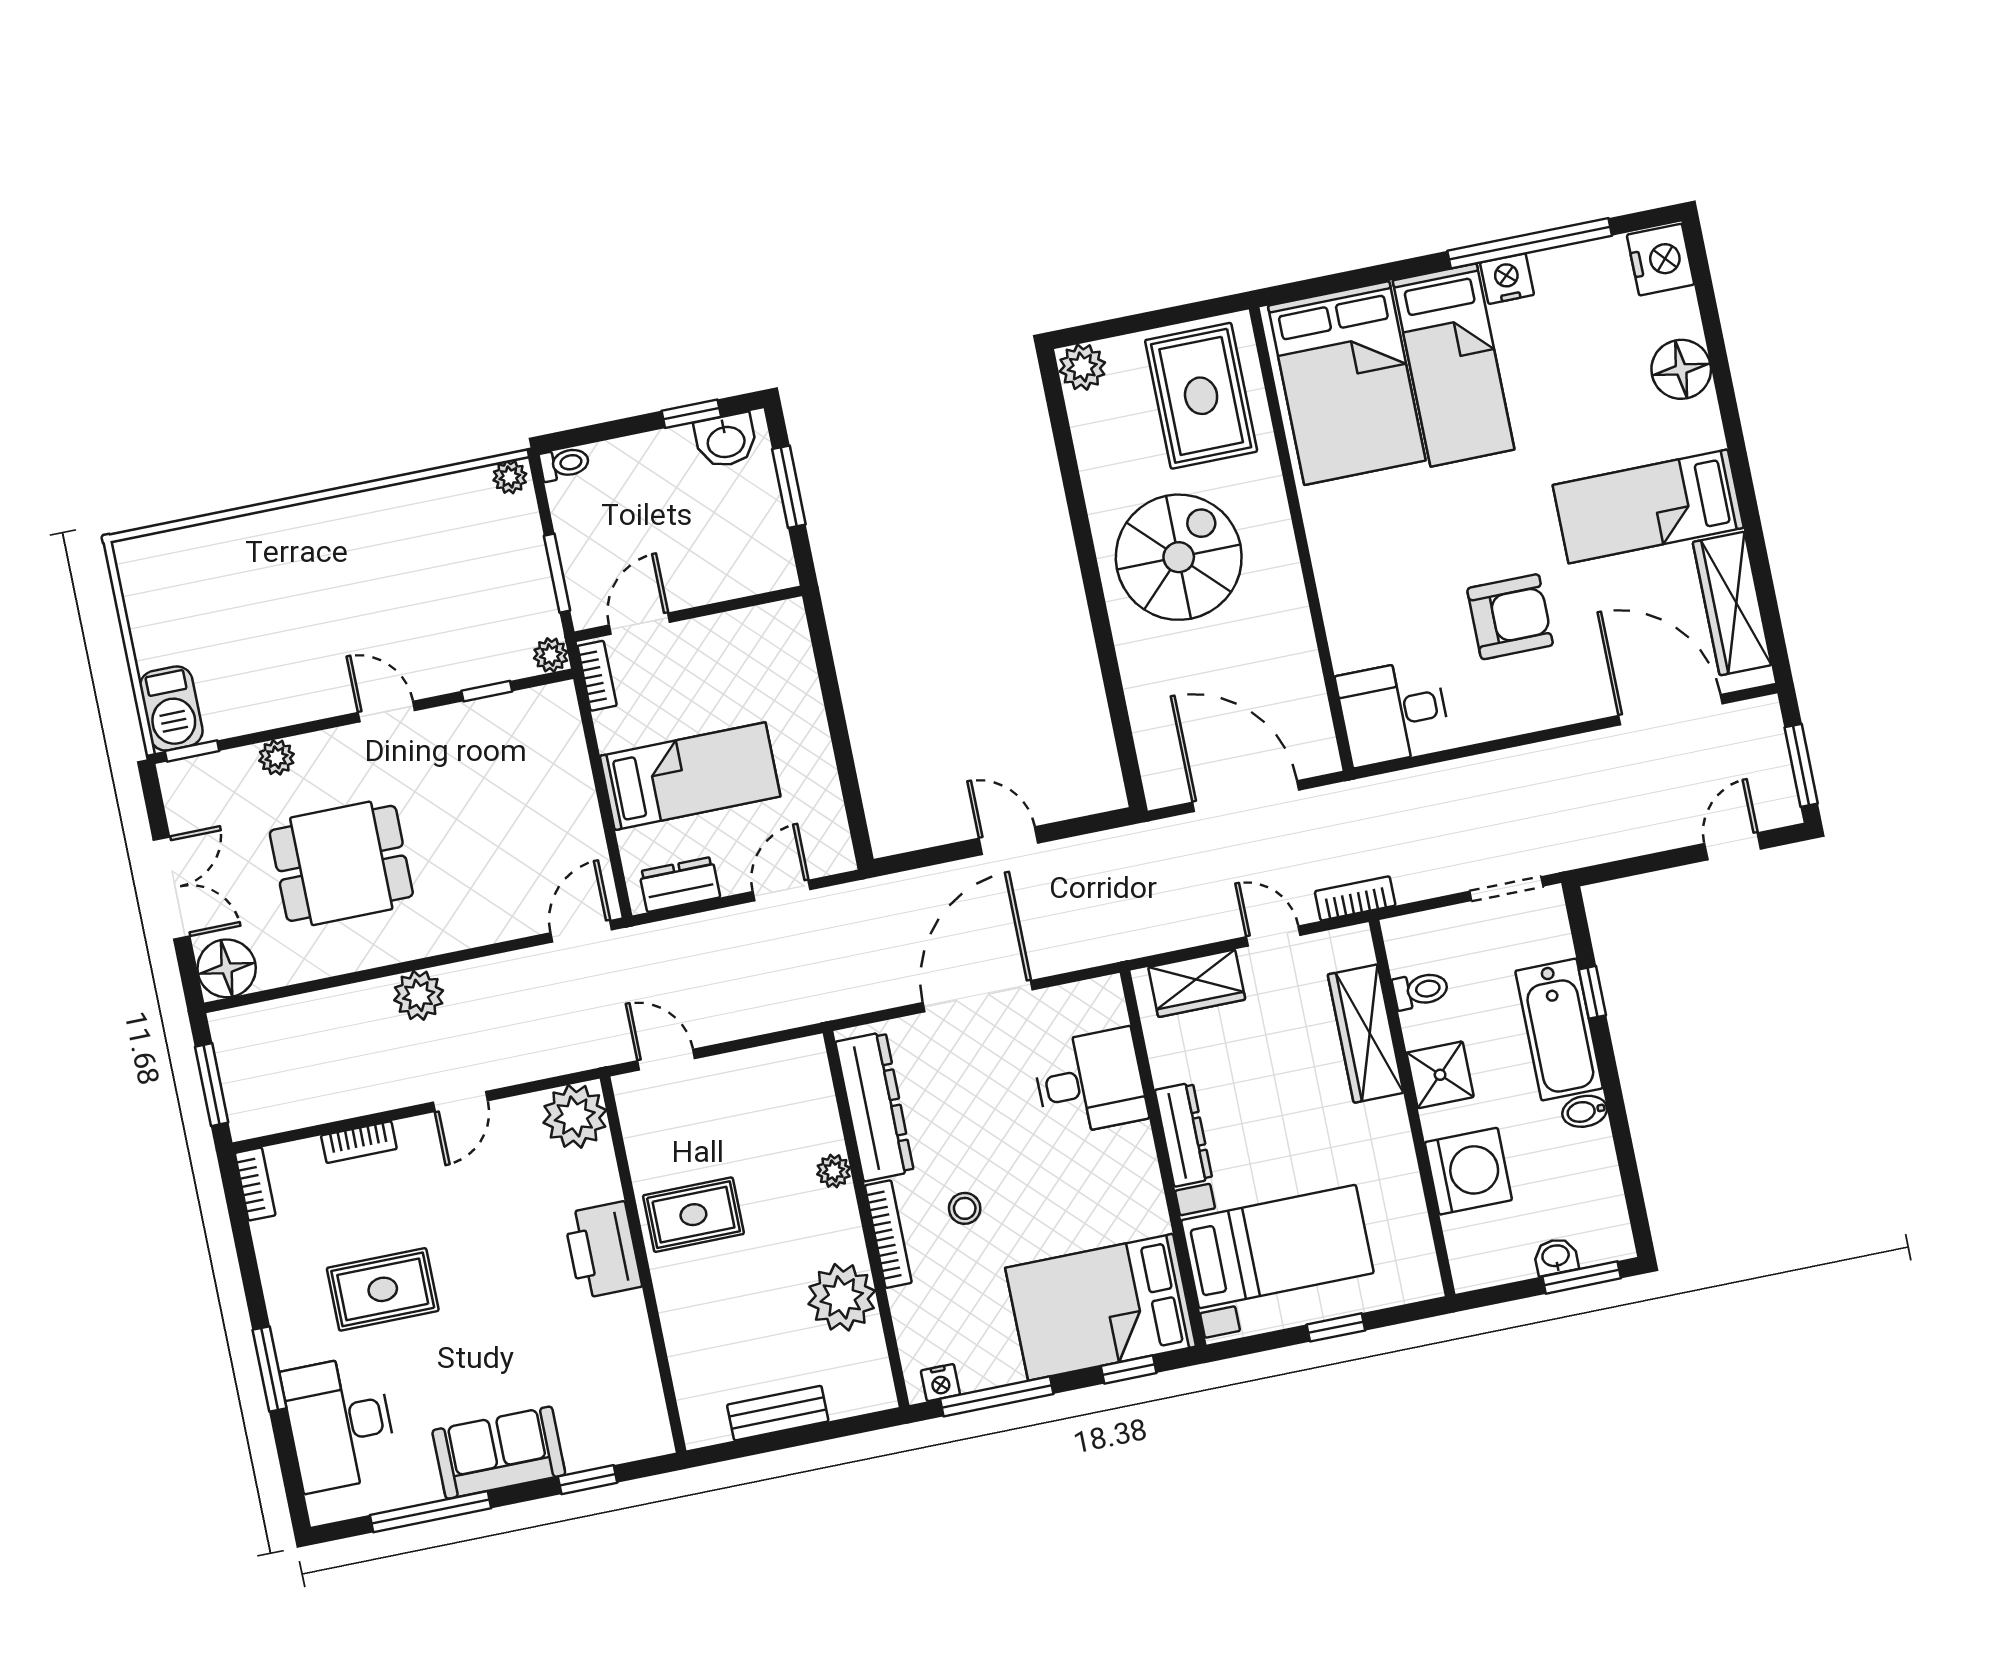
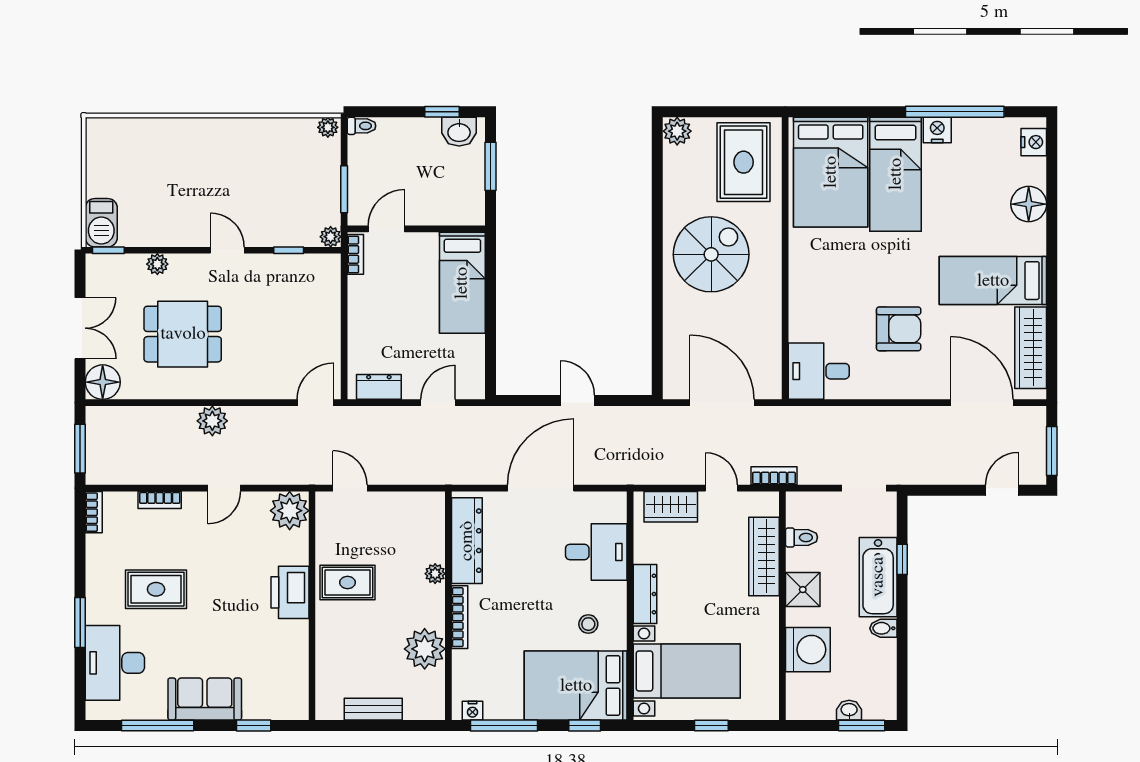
nightstand: (1661, 260) -> (1034, 142), width x0.74, depth x0.75
bed: (690, 776) -> (462, 283), moved, turned 90
stool: (965, 1208) -> (588, 624), moved

